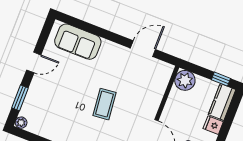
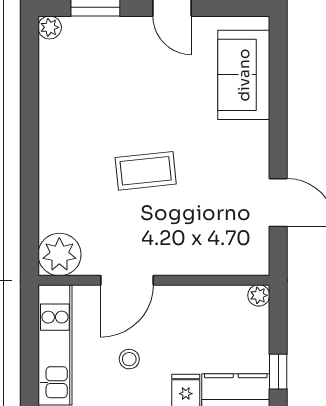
plant: (185, 80) -> (259, 295), width x0.53, depth x0.53

